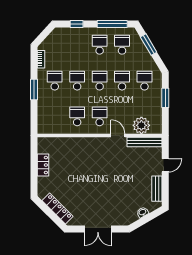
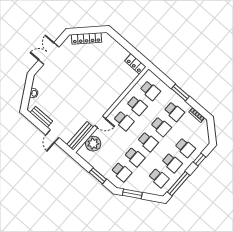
school desk: (77, 45) -> (185, 148), added
window: (149, 45) -> (132, 194), moved
school desk: (55, 116) -> (150, 91), added
locker: (43, 165) -> (135, 64), moved

